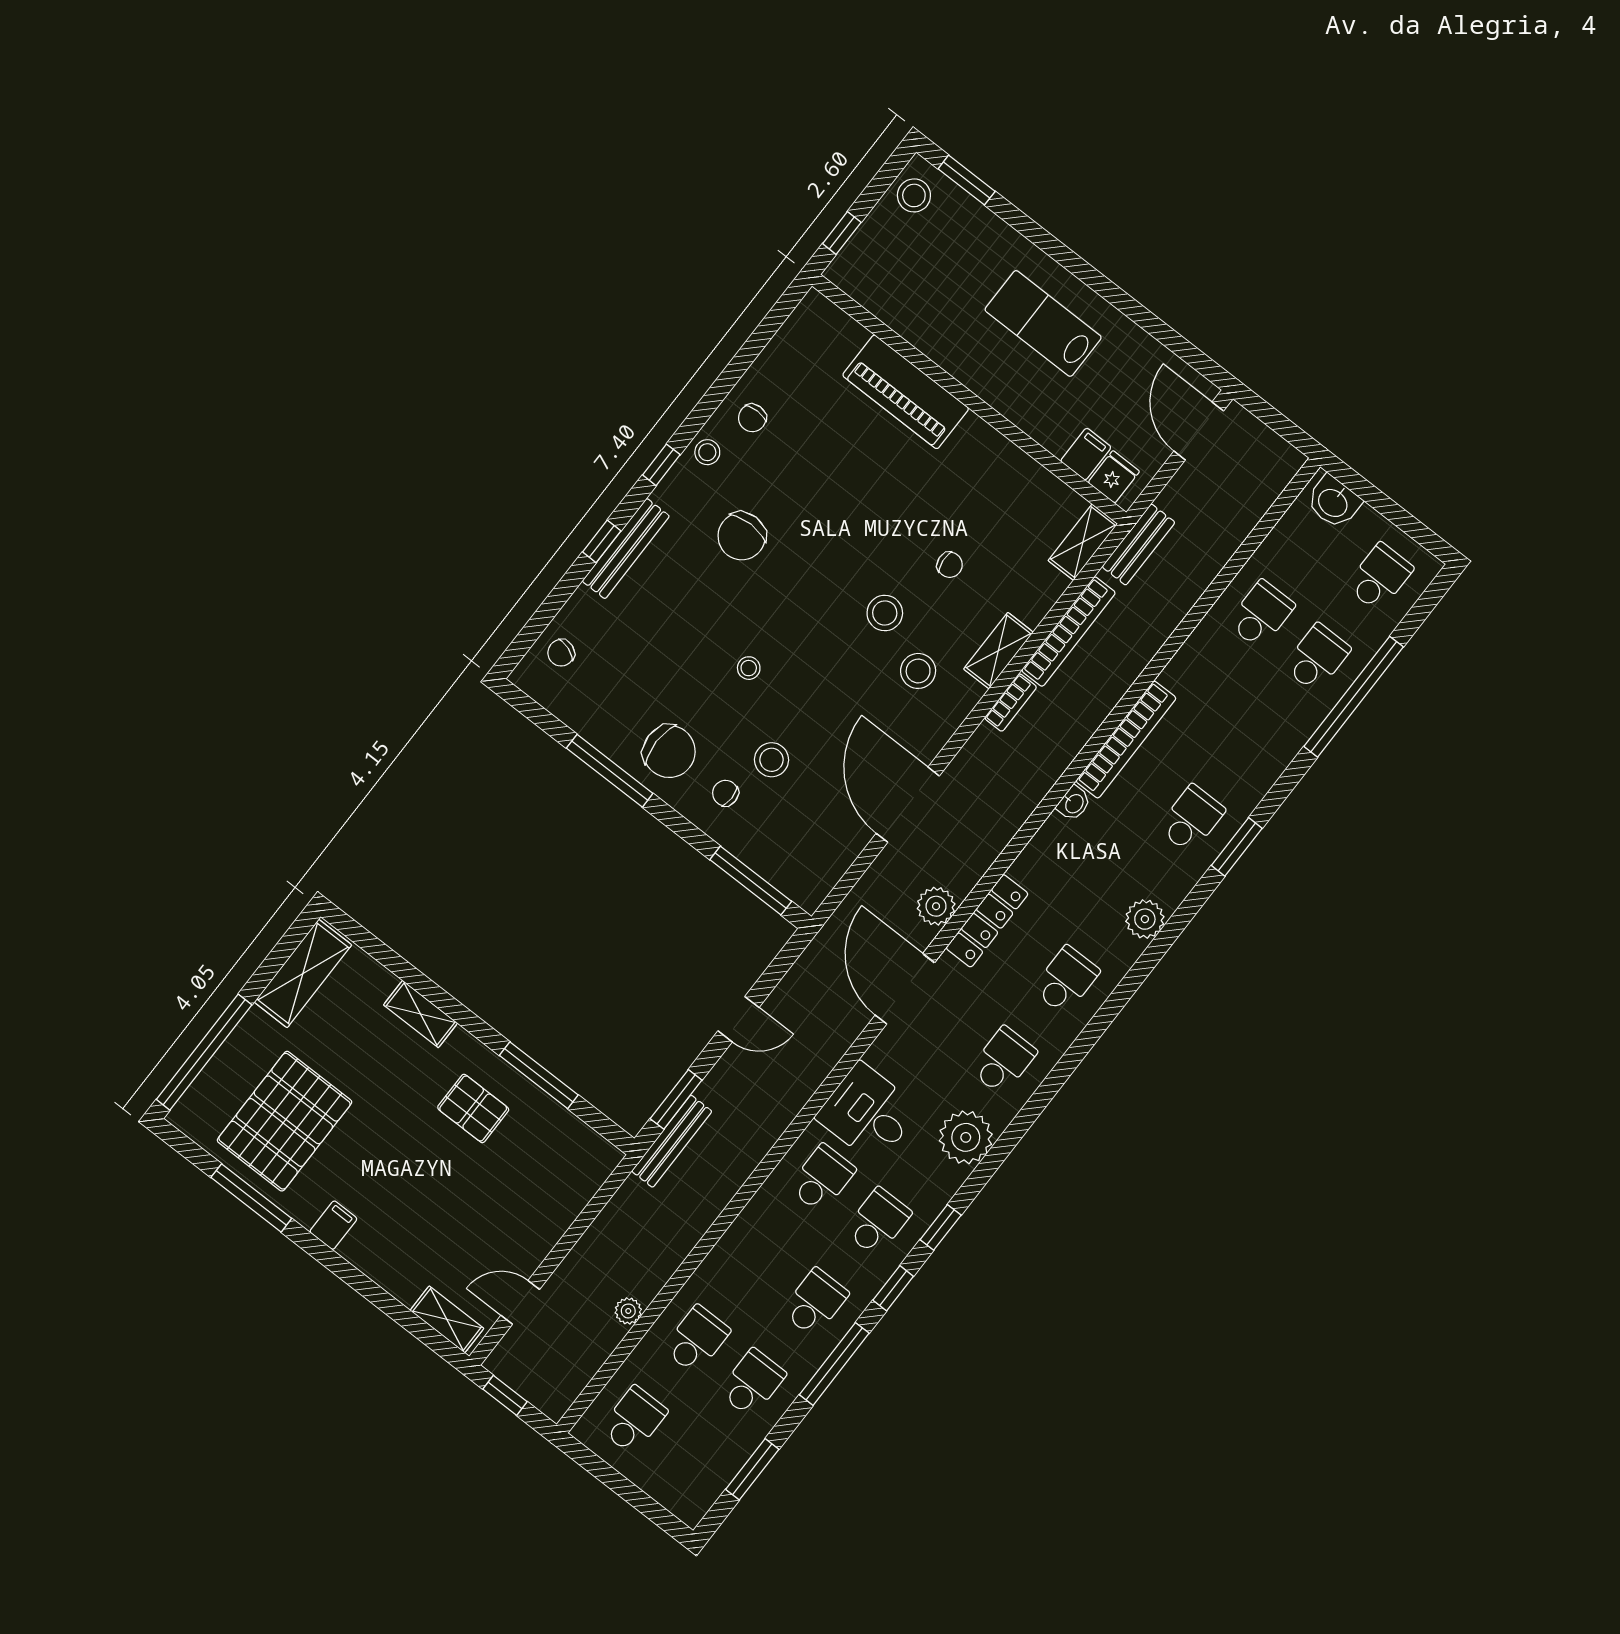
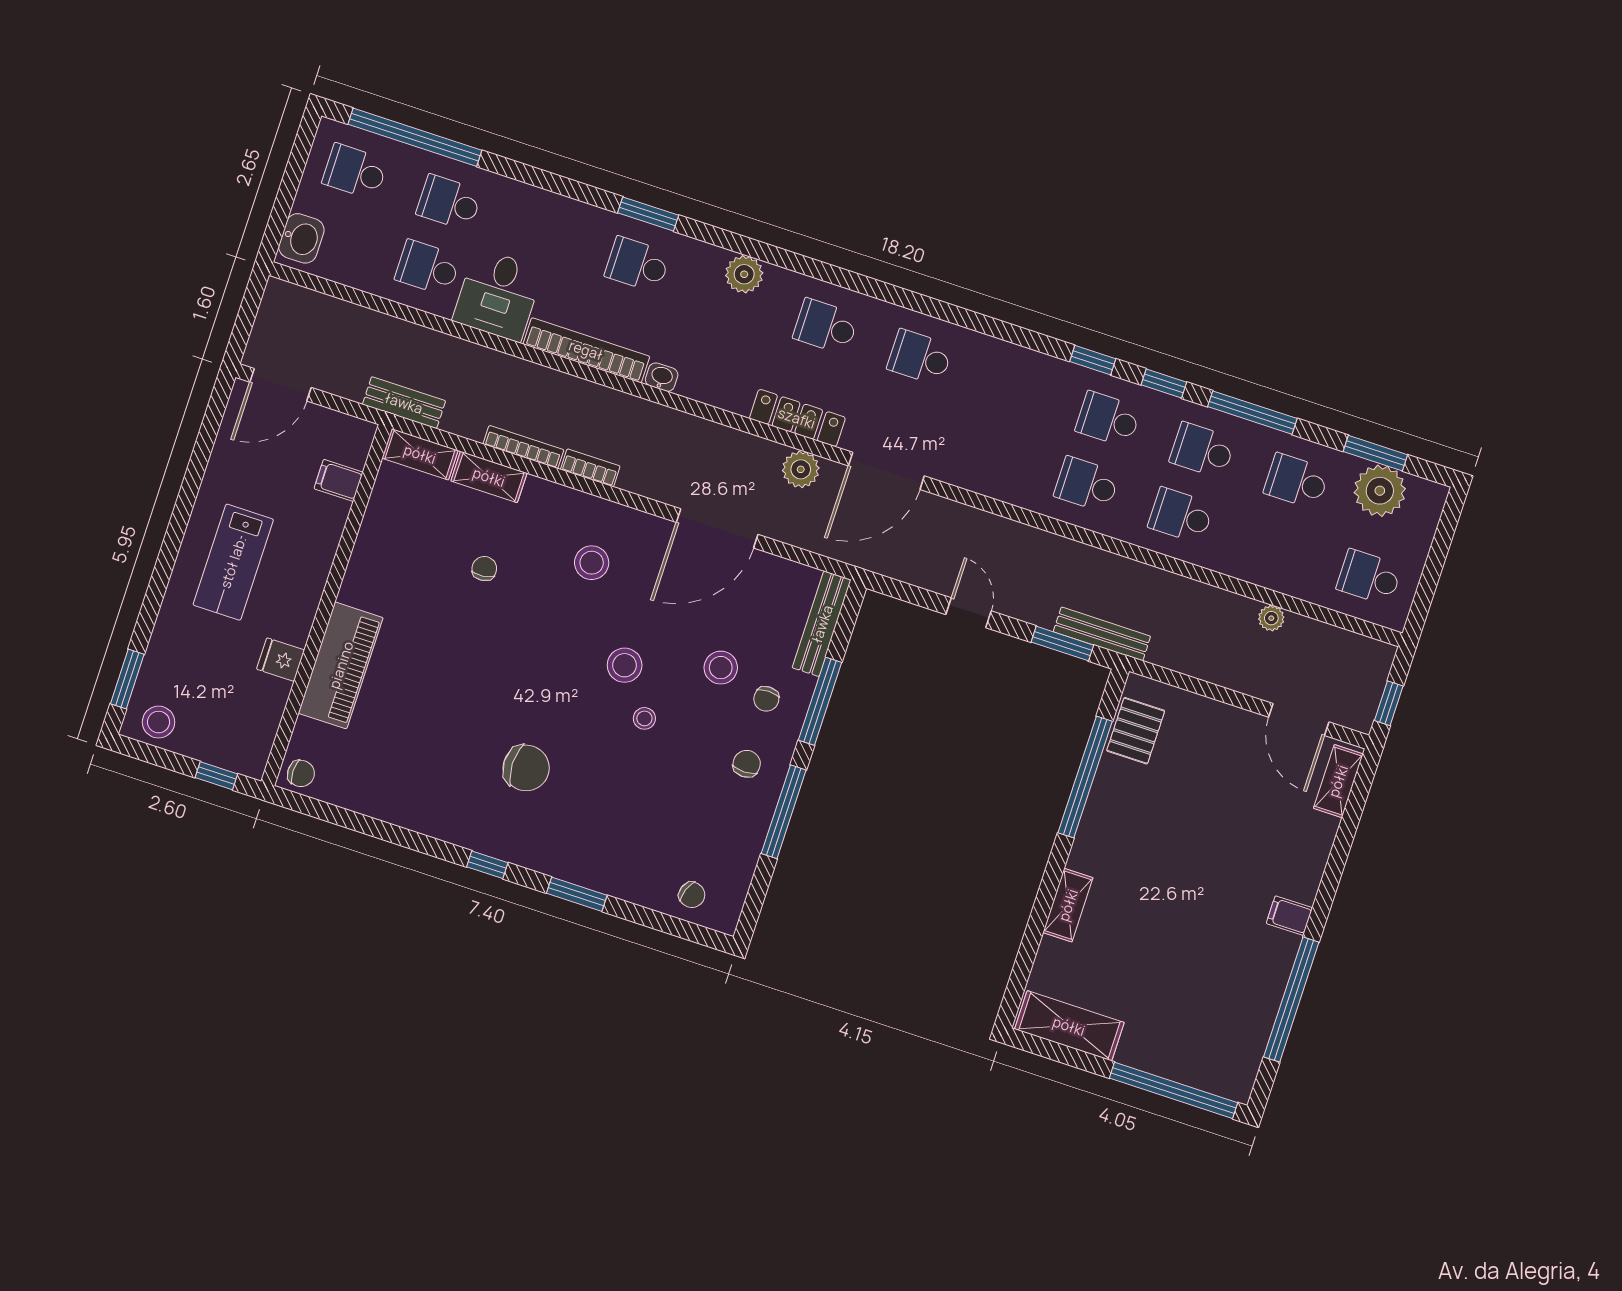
chair: (752, 418) -> (301, 773), moved
stool: (707, 452) -> (461, 827), removed
fridge: (1114, 477) -> (281, 660), moved
window: (602, 541) -> (577, 894), width x1.50
bench: (626, 549) -> (822, 624), moved, turned 90
stool: (885, 613) -> (625, 665), moved
bookcase: (1069, 632) -> (523, 447), width x0.68, depth x0.76
shelving: (998, 651) -> (489, 477), moved
window: (1354, 697) -> (415, 137), moved
chair: (669, 751) -> (747, 764), width x0.54, depth x0.54
window: (751, 880) -> (820, 701), moved
window: (539, 1075) -> (1085, 777), width x1.46
pallet: (473, 1108) -> (1136, 731), moved
desk: (868, 1113) -> (498, 295), moved
pallet: (285, 1121) -> (1210, 994), removed
plant: (966, 1137) -> (1380, 491), moved
window: (251, 1198) -> (1291, 1000), width x1.46
door: (520, 1302) -> (1299, 720), width x1.38
school desk: (697, 1340) -> (1181, 515), moved

